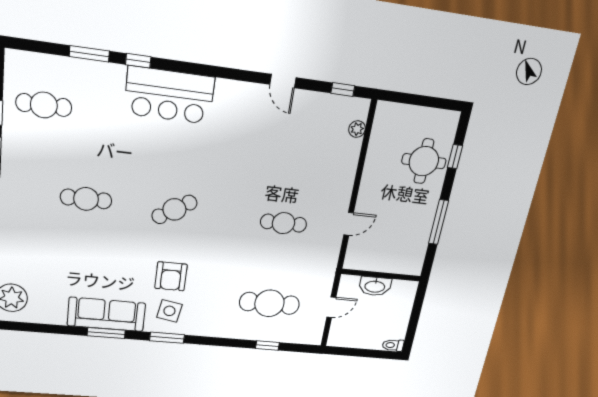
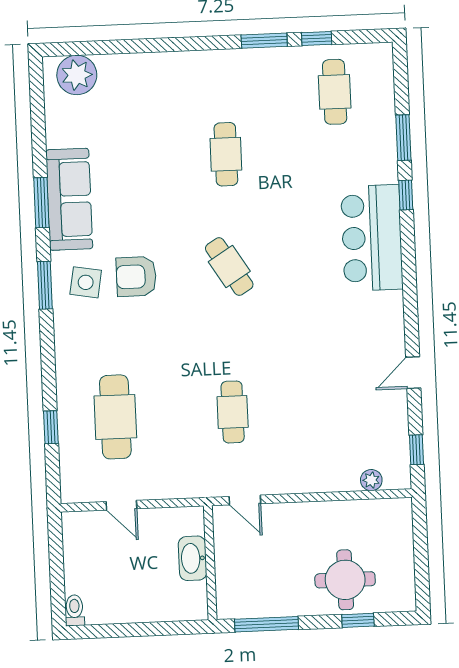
wall: (381, 275) -> (210, 563), moved
washbasin: (375, 286) -> (193, 558), moved

